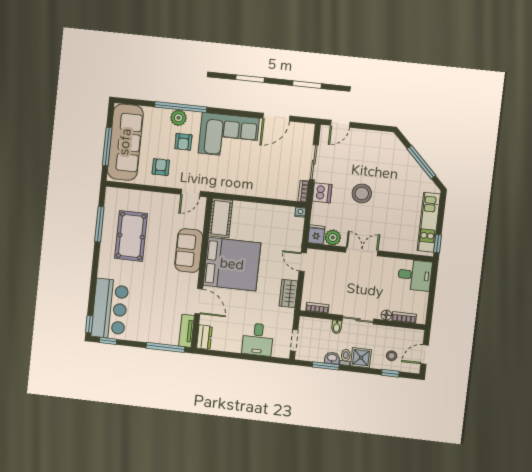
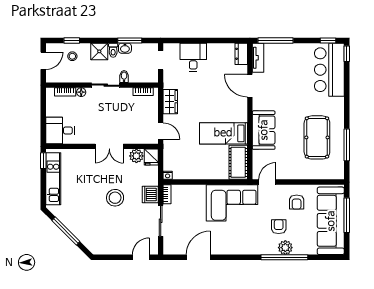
corner sofa: (229, 136) -> (232, 203), moved, turned 180
bed: (232, 264) -> (223, 133), width x0.49

